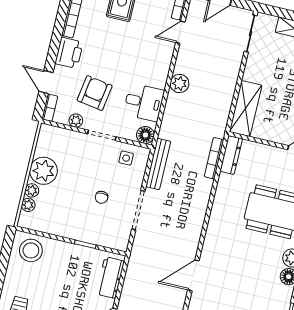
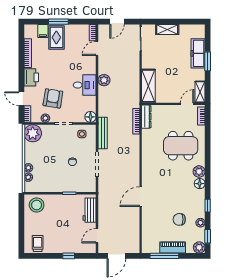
desk: (144, 102) -> (85, 85), moved
plant: (43, 171) -> (33, 133), moved

